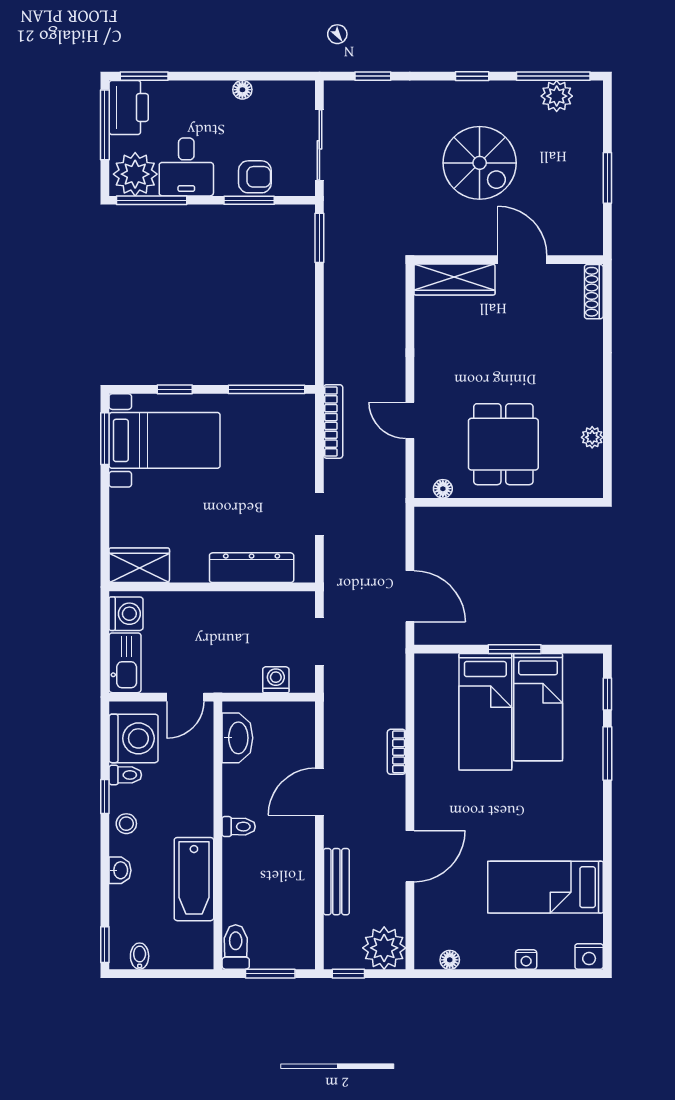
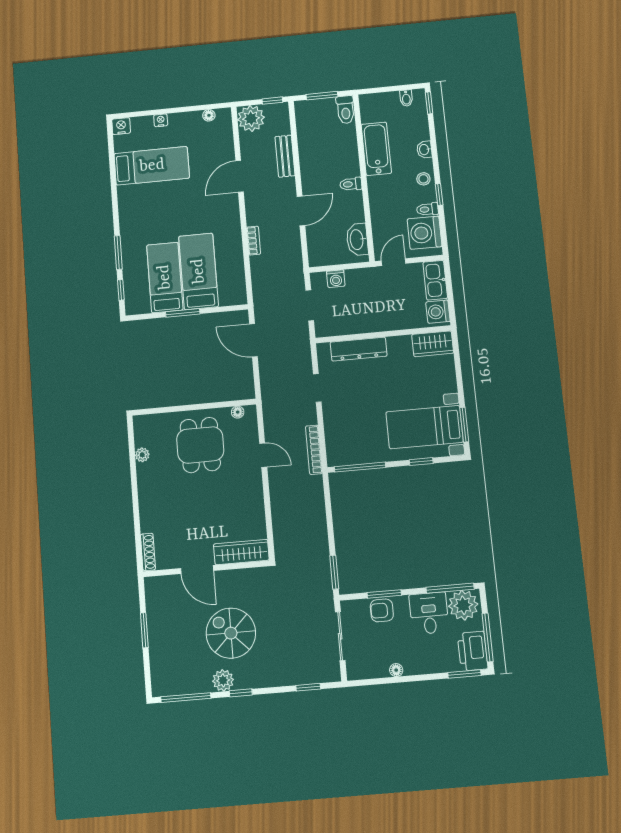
plant: (557, 96) -> (223, 680), moved

